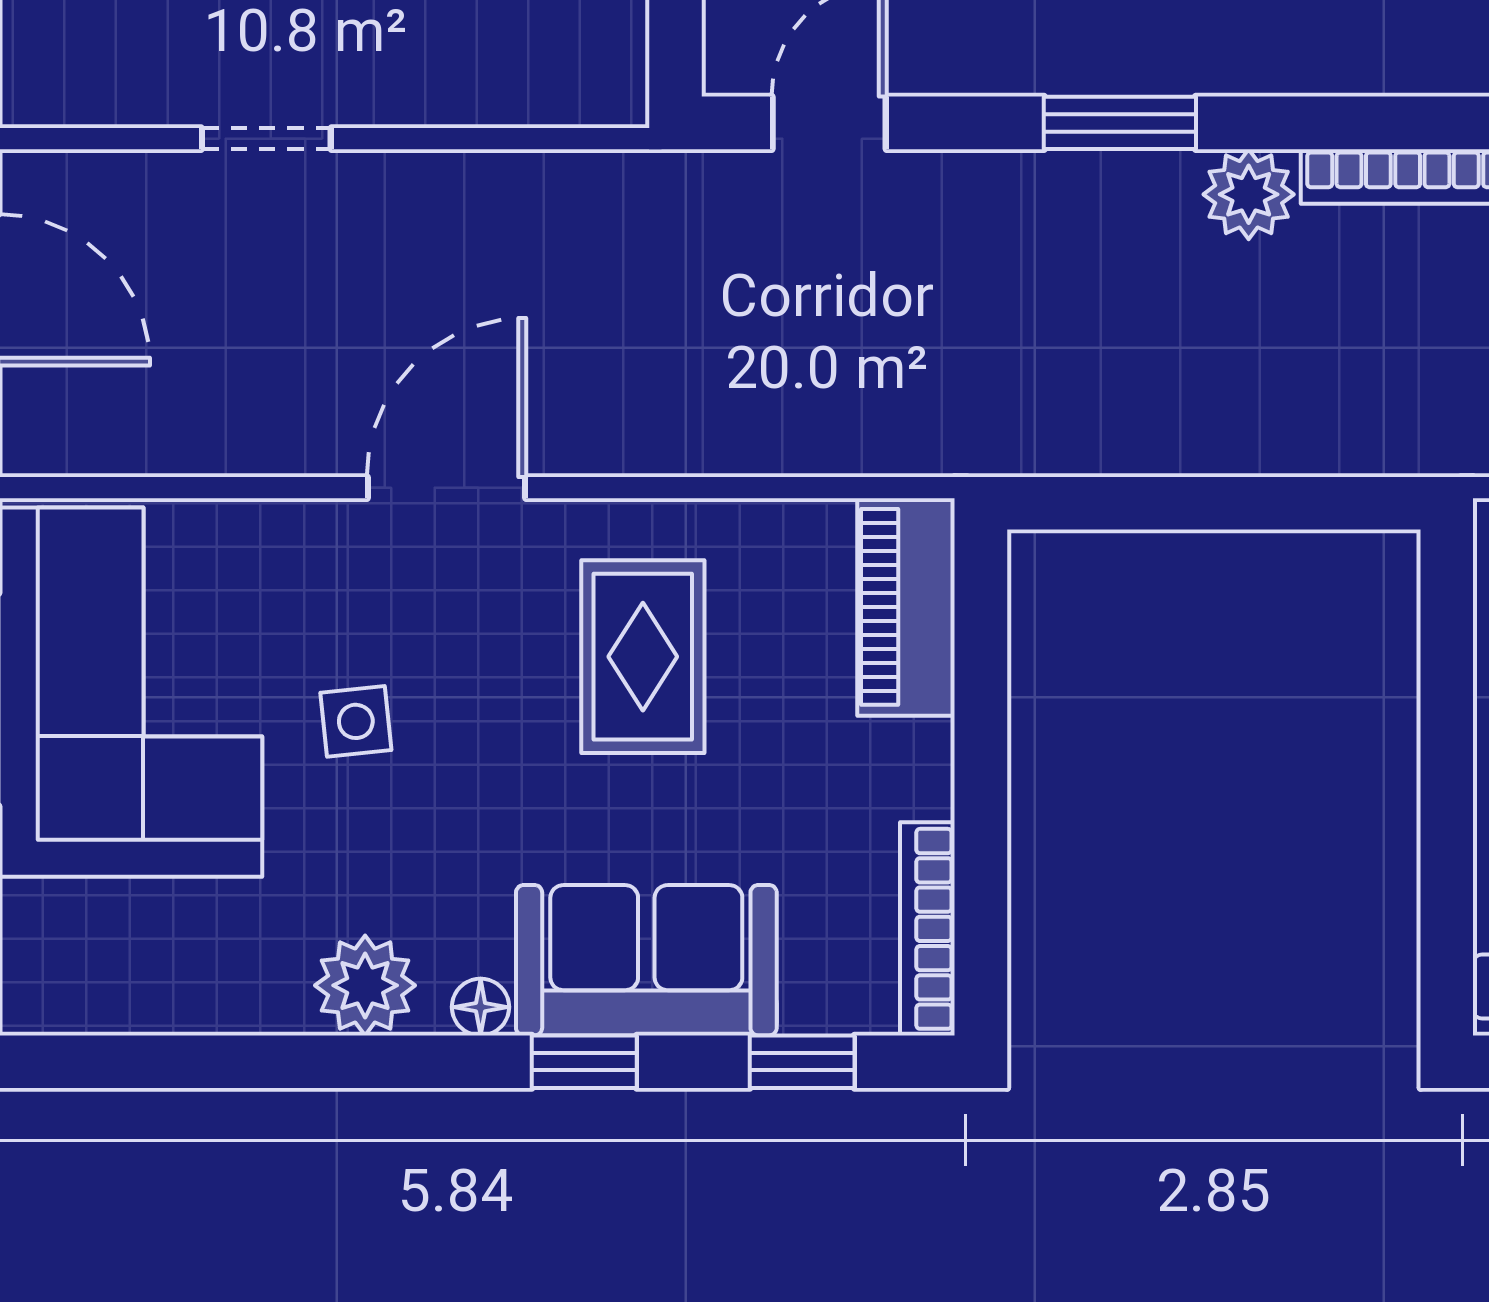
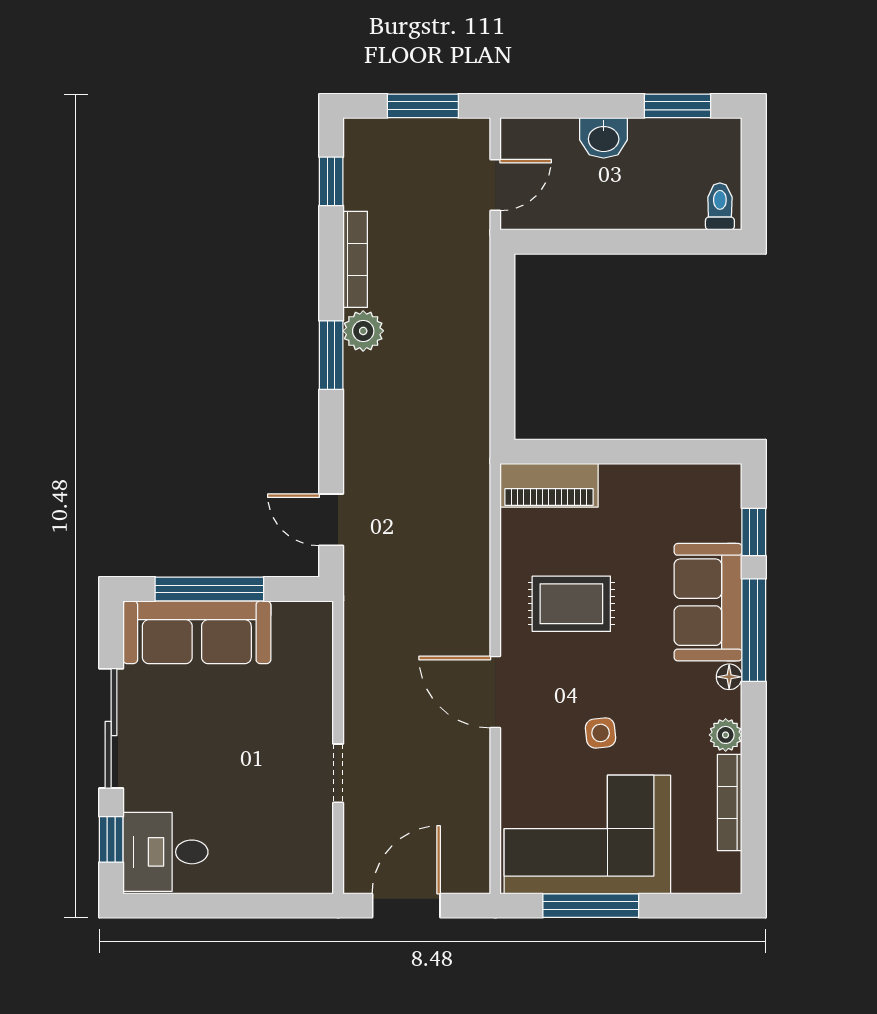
window: (1120, 123) -> (331, 355), moved
bookcase: (927, 929) -> (730, 803), moved, turned 90
plant: (365, 985) -> (726, 735), width x0.73, depth x0.73
window: (584, 1062) -> (754, 630), width x2.17

